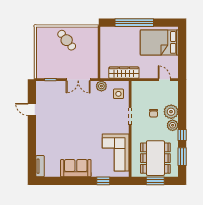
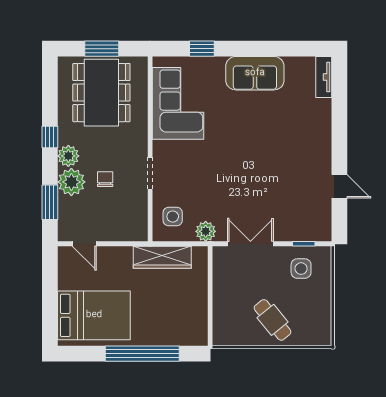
side table: (52, 67) -> (301, 269), added
window: (182, 157) -> (50, 202), moved

